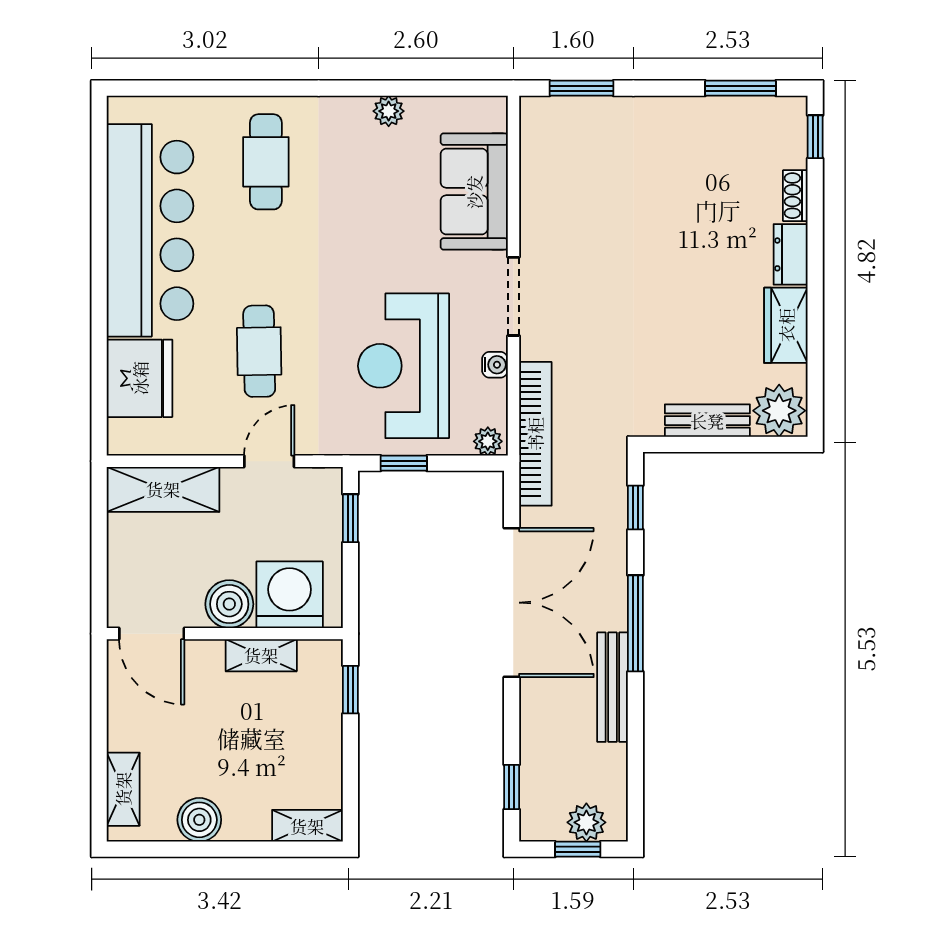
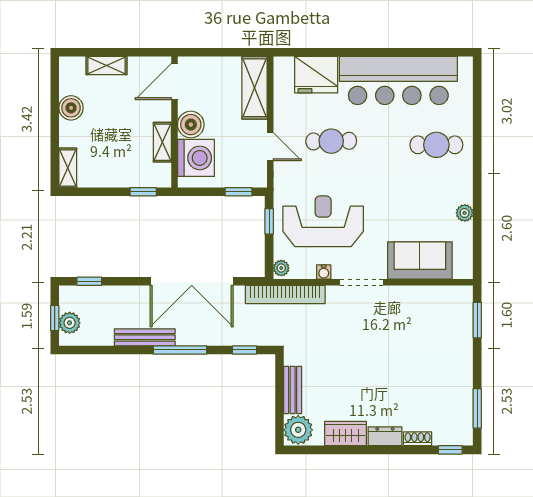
shelving: (123, 789) -> (107, 66), moved

